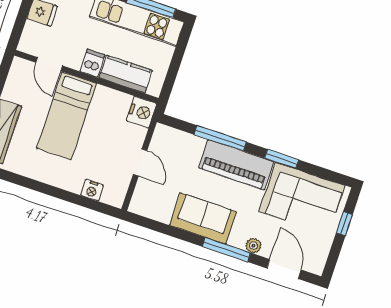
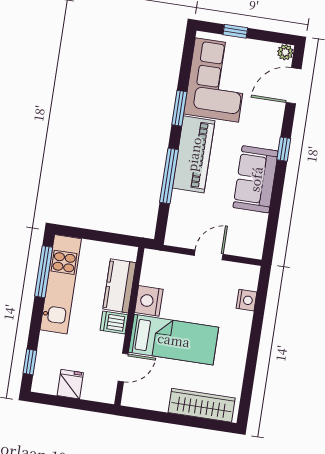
nightstand: (142, 112) -> (149, 301), moved, turned -90
plant: (253, 246) -> (285, 52), moved
window: (226, 250) -> (284, 149), width x0.46

